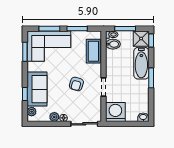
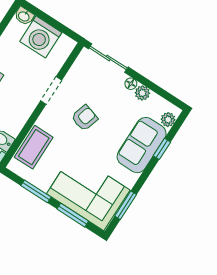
washing machine: (115, 112) -> (41, 37), moved

